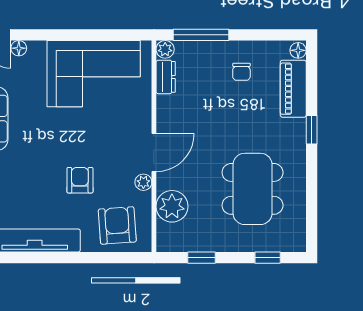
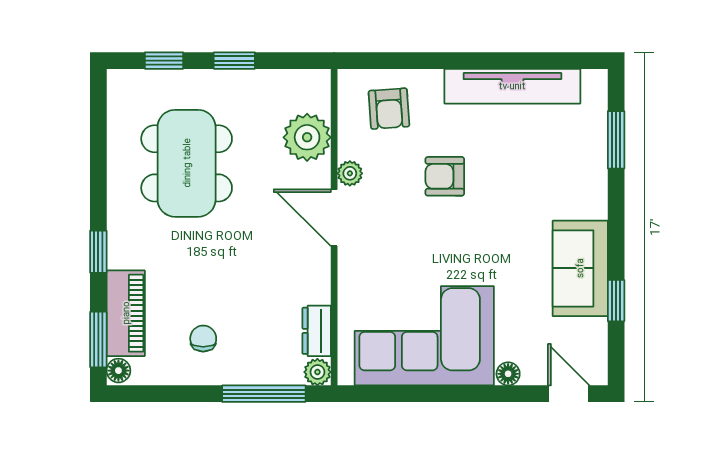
floor lamp: (19, 48) -> (508, 374), moved
window: (312, 71) -> (98, 340), added
door: (154, 153) -> (334, 218), hinge flipped
armchair: (80, 180) -> (445, 176), turned 90
armchair: (117, 225) -> (389, 109), width x0.72, depth x0.72
window: (202, 258) -> (234, 61), moved

